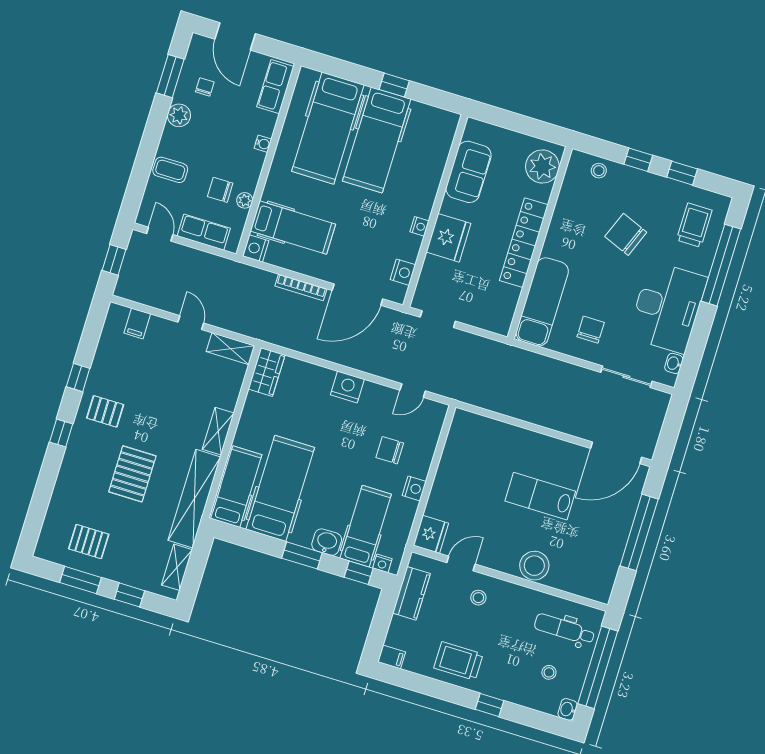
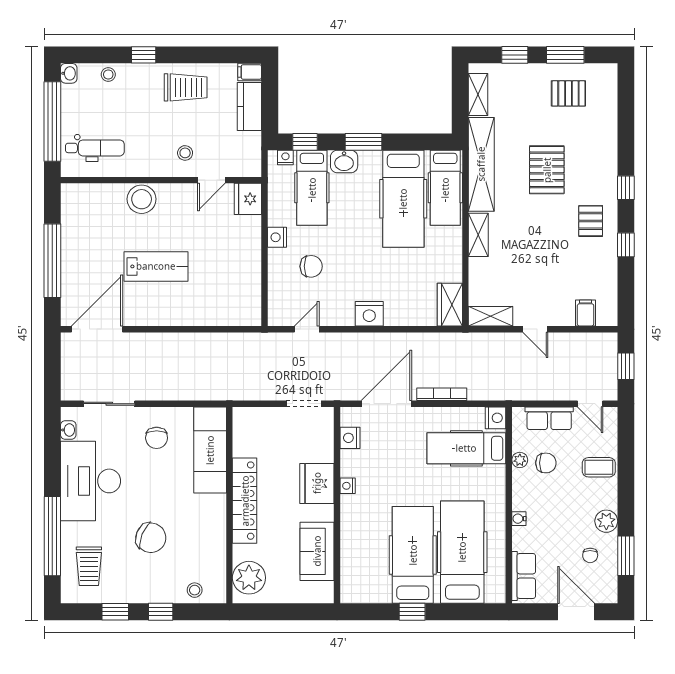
pallet: (105, 411) -> (591, 221), turned 90
kitchen counter: (411, 593) -> (249, 107), moved
stool: (549, 672) -> (108, 74), moved

